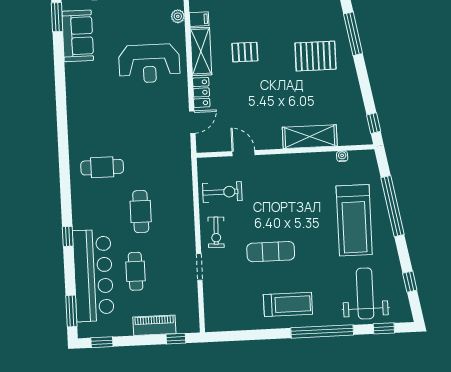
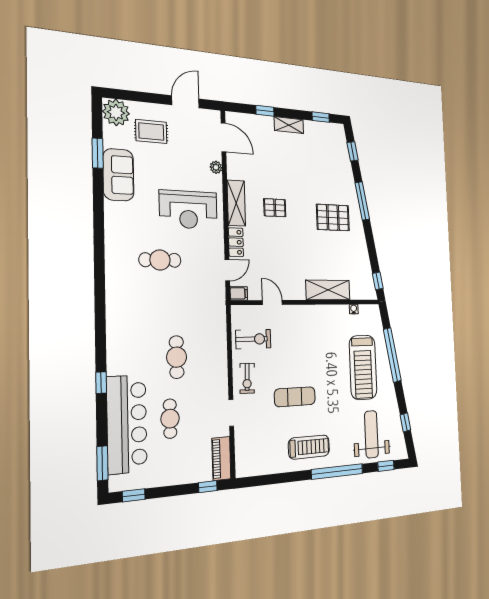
filing cabinet: (199, 19) -> (239, 293), moved
cafe table: (102, 167) -> (160, 260), moved
piano: (154, 325) -> (221, 458), moved, turned -90

